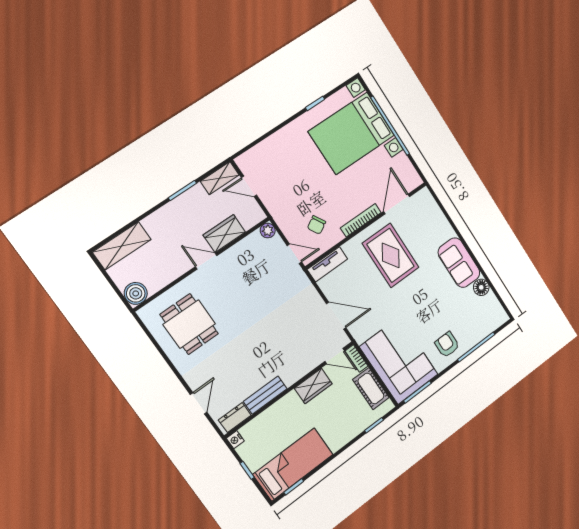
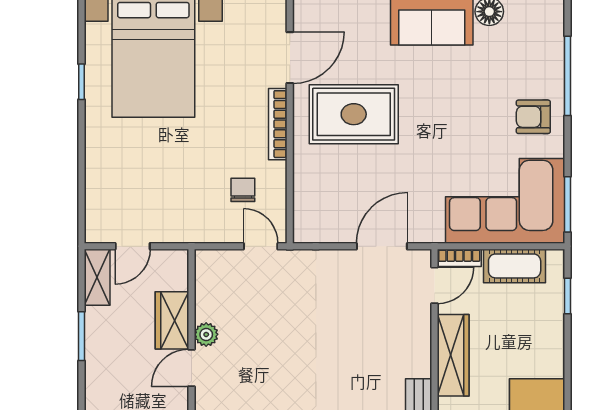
door: (397, 204) -> (290, 58), swing flipped
chair: (316, 225) -> (243, 190), turned -150
plant: (268, 231) -> (206, 334), moved
door: (294, 254) -> (261, 246), hinge flipped
tv unit: (327, 264) -> (305, 211), removed
wardrobe: (313, 386) -> (453, 355), width x1.50

